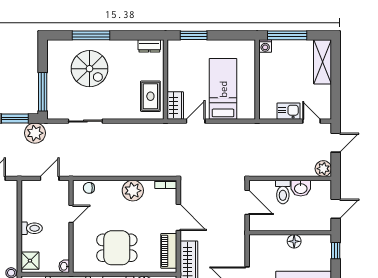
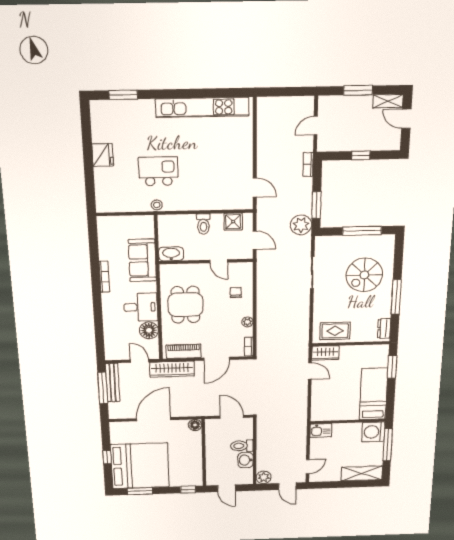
window: (91, 35) -> (396, 297), moved
washing machine: (265, 46) -> (373, 432), width x1.89, depth x1.89
bed: (223, 89) -> (374, 394), moved, turned -90
window: (43, 92) -> (362, 231), moved
kitchen sink: (289, 111) -> (321, 431), moved, turned 90
chair: (89, 188) -> (236, 293), moved
plant: (133, 191) -> (247, 322), width x0.53, depth x0.53
door: (247, 202) -> (232, 417), swing flipped
floor lamp: (294, 241) -> (195, 425), moved
shower: (30, 261) -> (233, 222), moved
washbasin: (64, 266) -> (171, 254), width x1.91, depth x1.45

